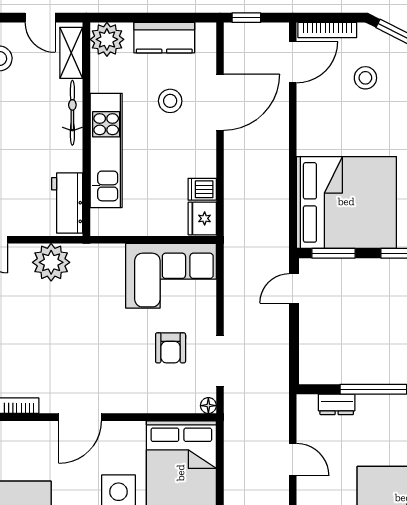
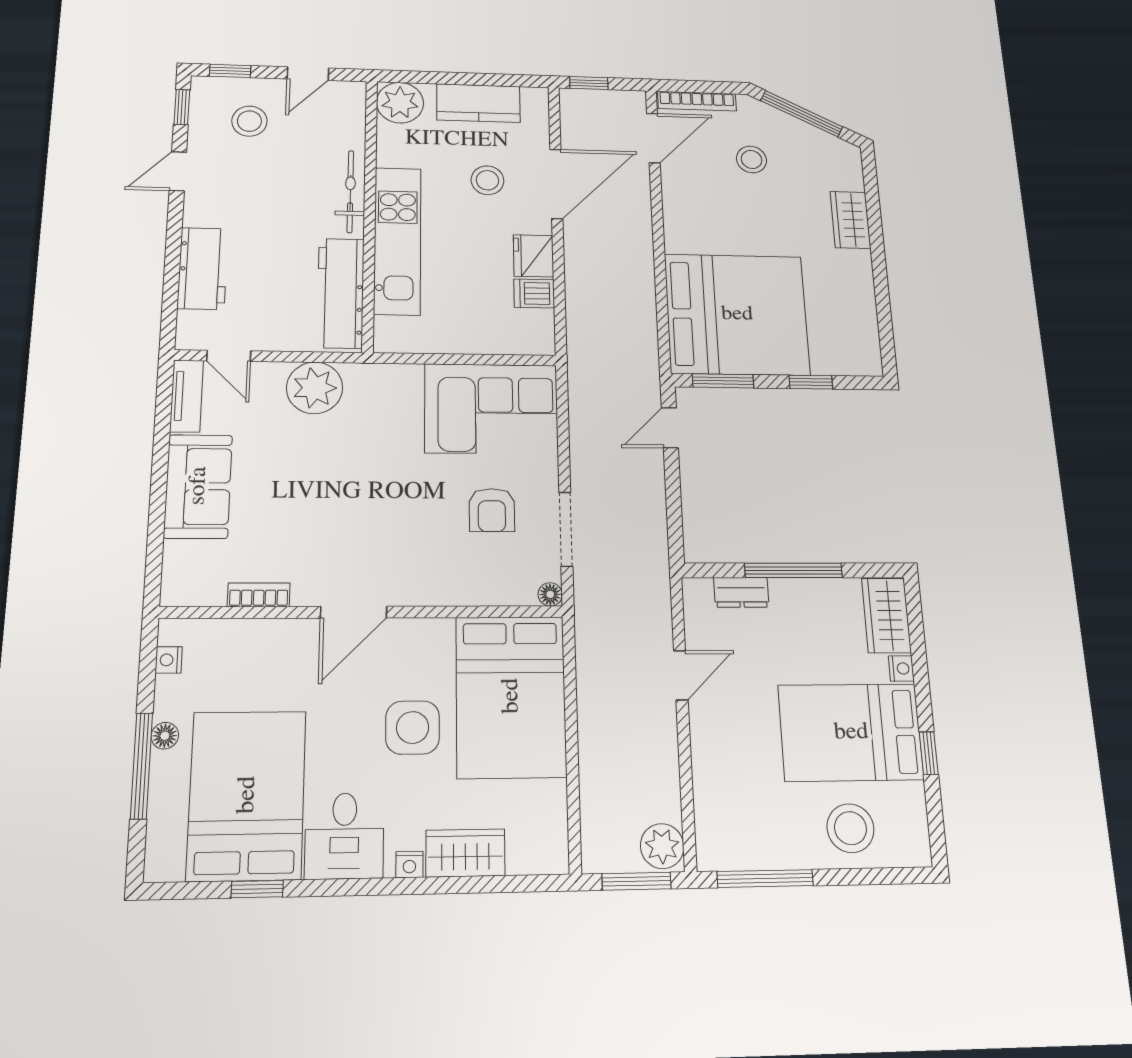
door: (40, 18) -> (308, 74), hinge flipped
shelving: (71, 53) -> (350, 117), removed
workbench: (67, 203) -> (341, 293), width x1.38
fridge: (202, 218) -> (534, 256), moved
door: (293, 460) -> (681, 675), hinge flipped

